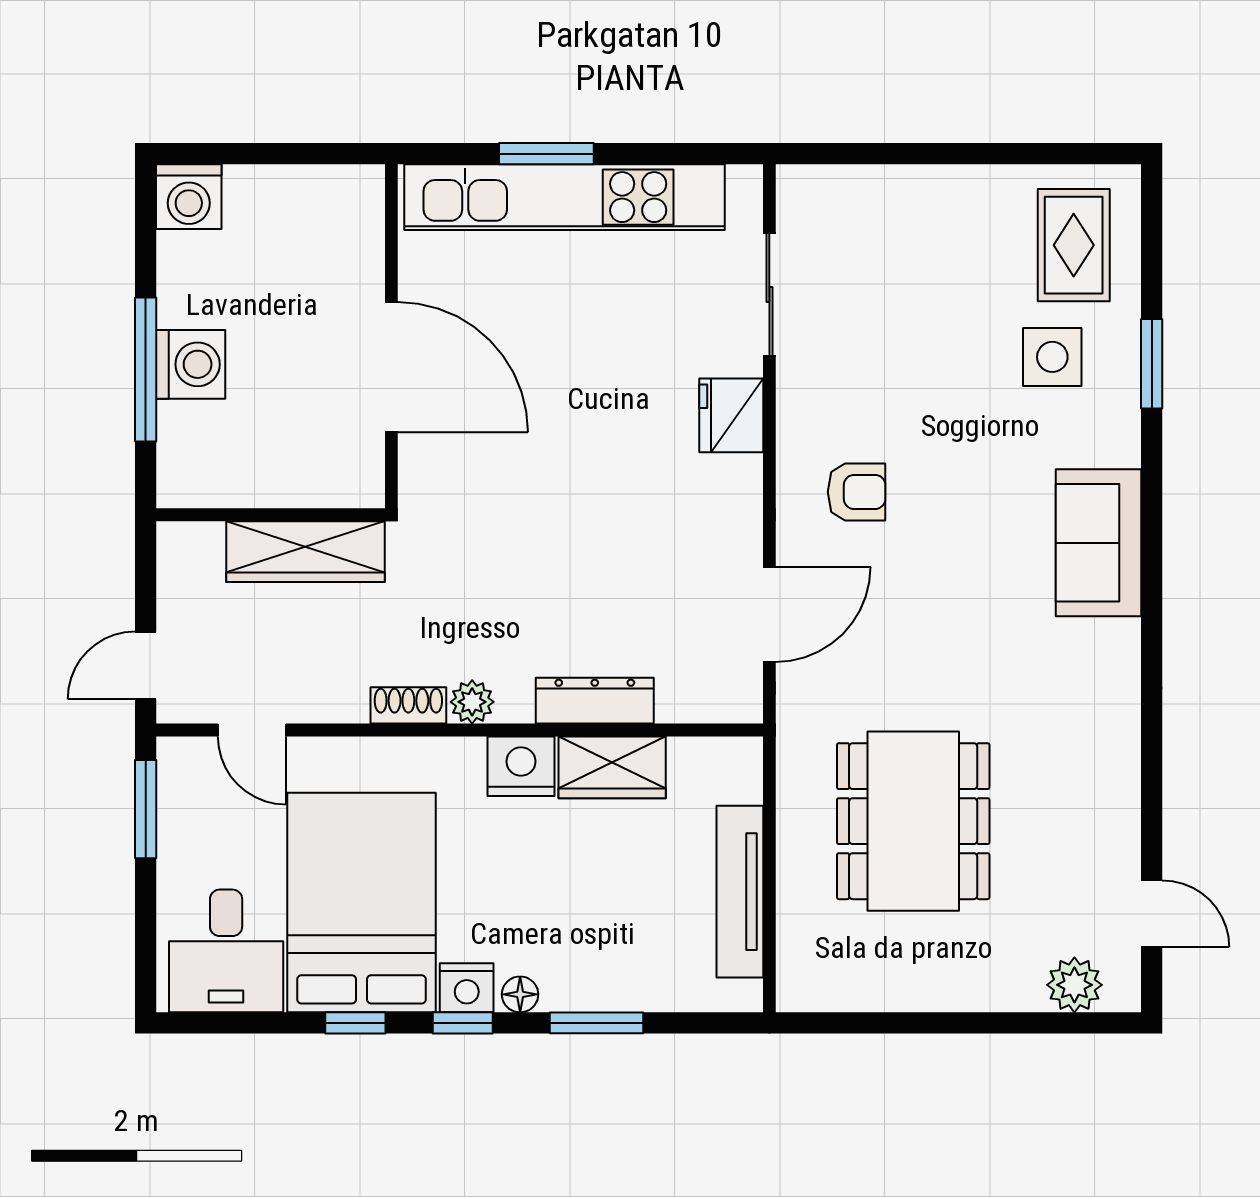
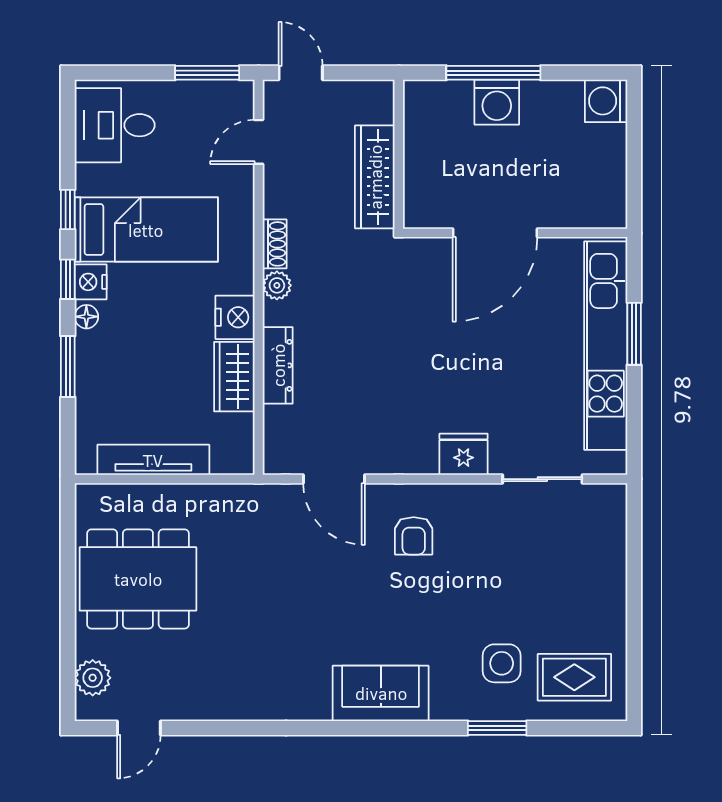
dining table: (913, 821) -> (138, 579), moved
bed: (362, 902) -> (146, 230), width x0.67

